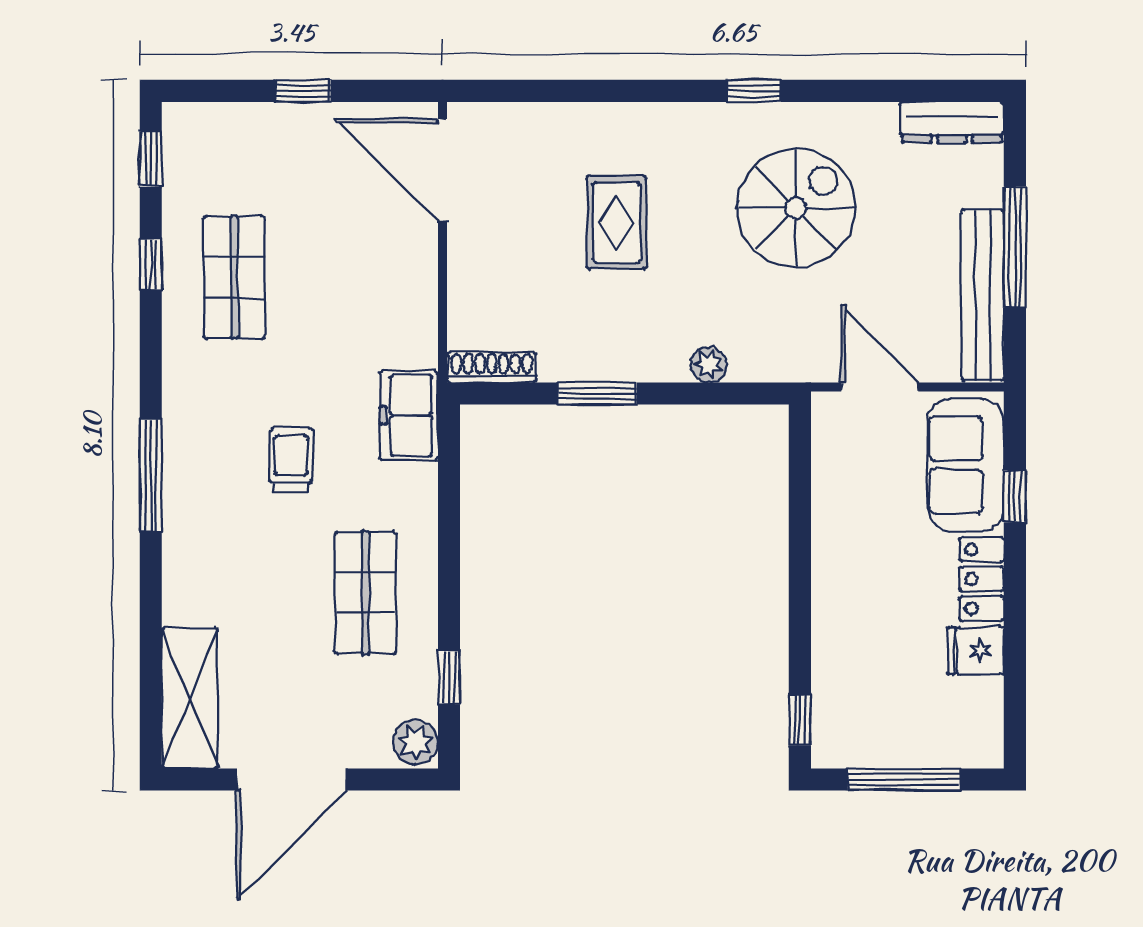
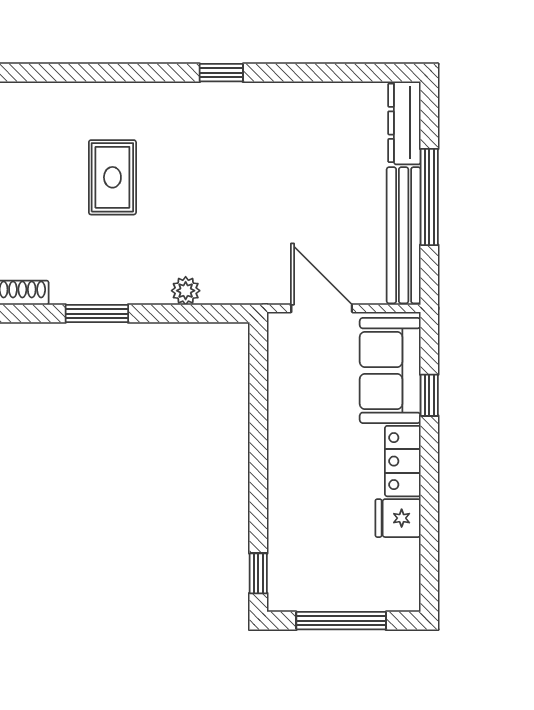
dresser: (952, 122) -> (404, 123), moved, turned 90
spiral stairs: (796, 208) -> (255, 166), removed

